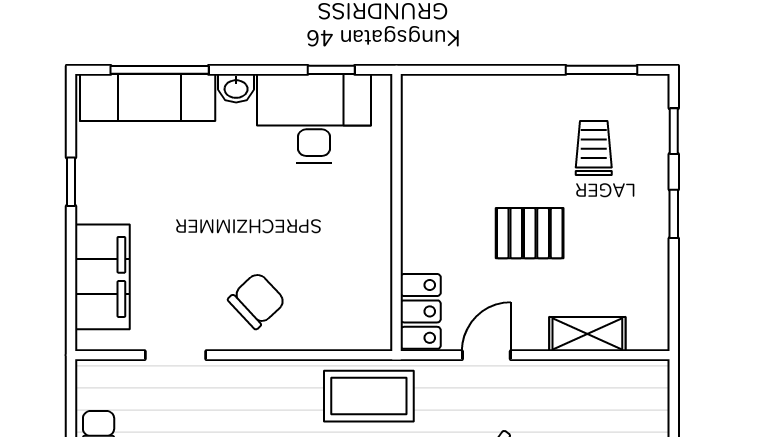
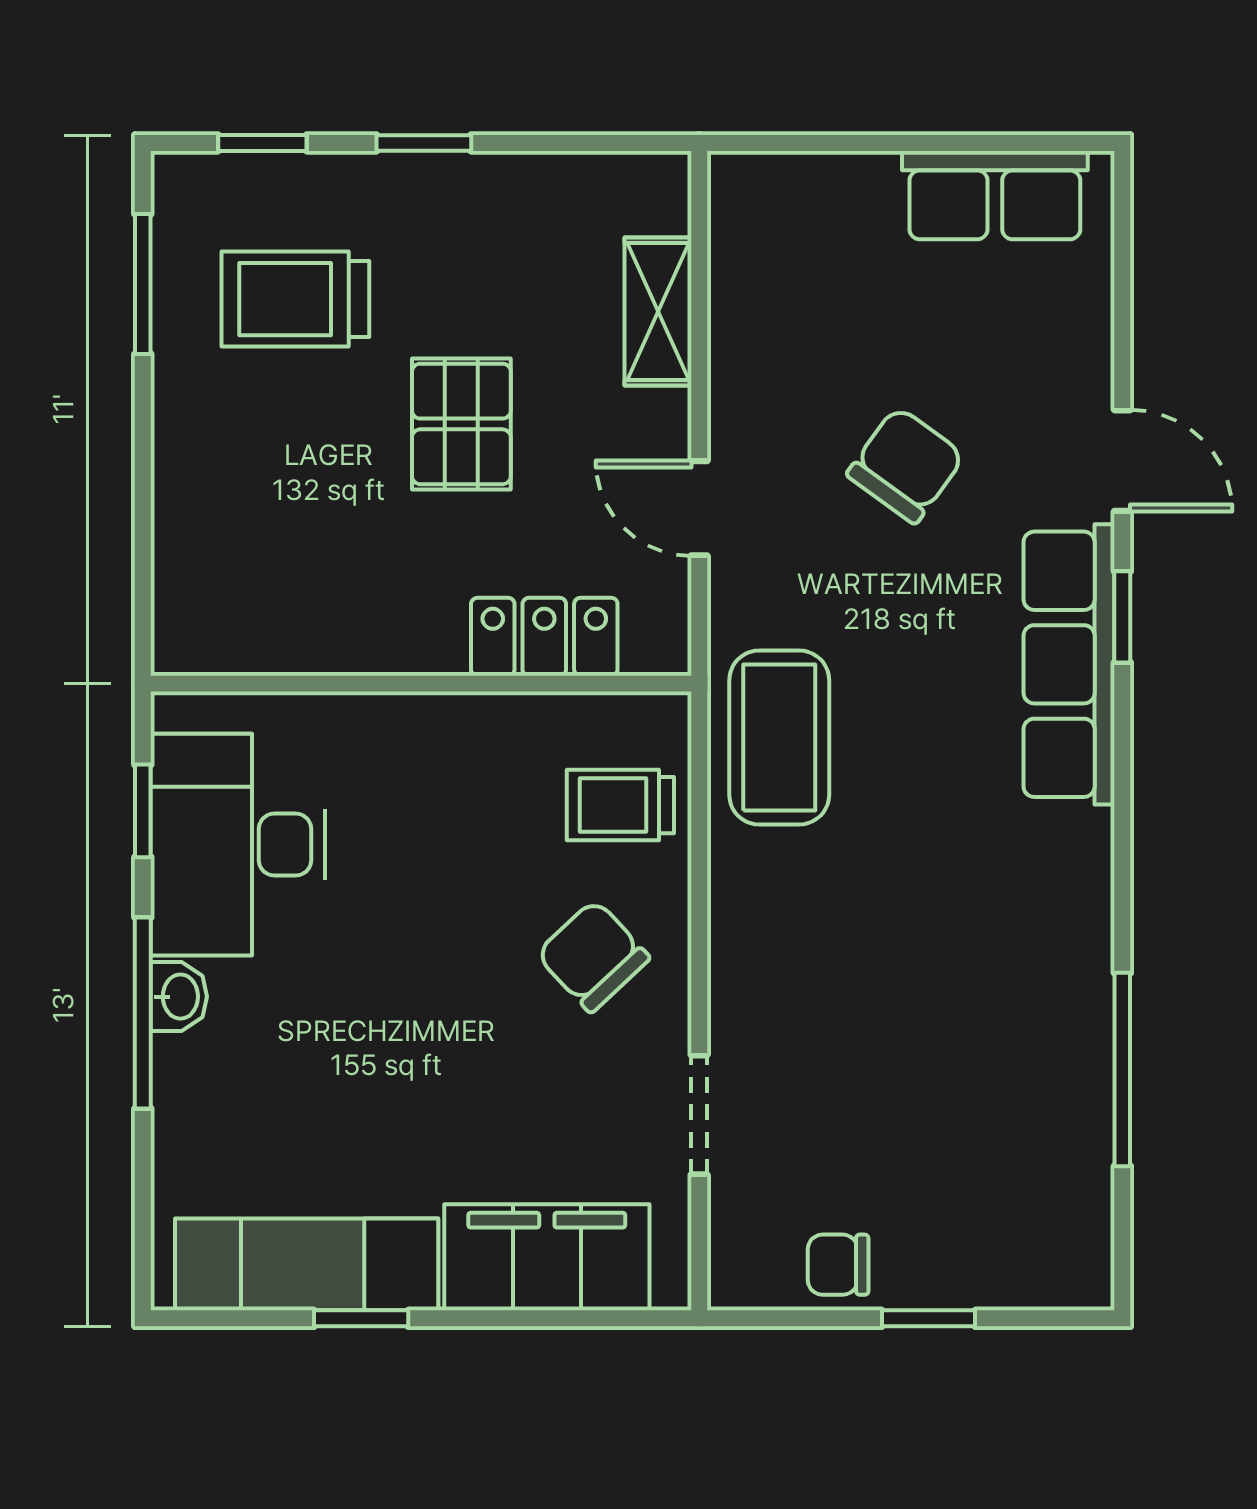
window: (160, 70) -> (143, 1013), moved
exam couch: (148, 97) -> (307, 1264), moved, turned -90
trolley: (594, 148) -> (295, 299), width x1.36, depth x1.39
locker: (421, 311) -> (544, 637), moved
trolley: (334, 315) -> (620, 805), added

